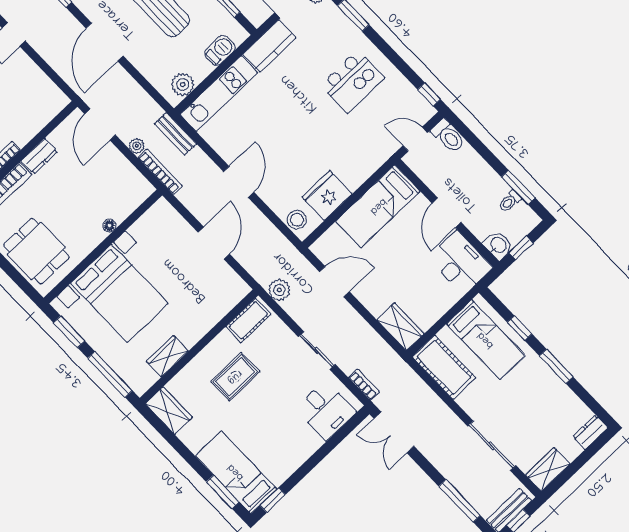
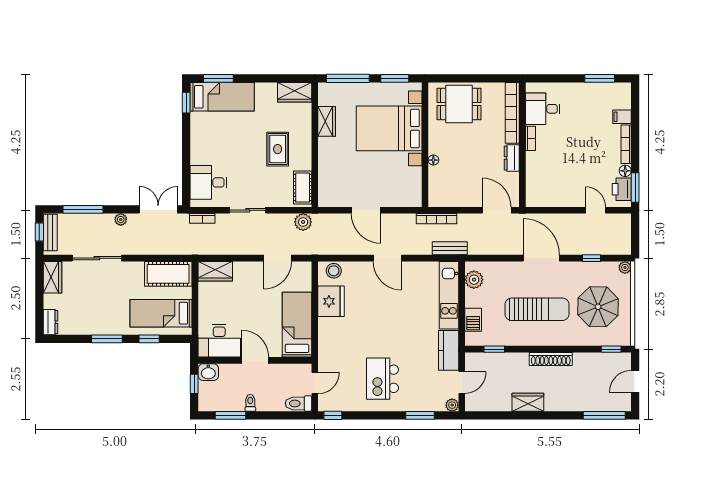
plant: (137, 146) -> (121, 219), moved
toilet: (510, 201) -> (250, 403), moved

